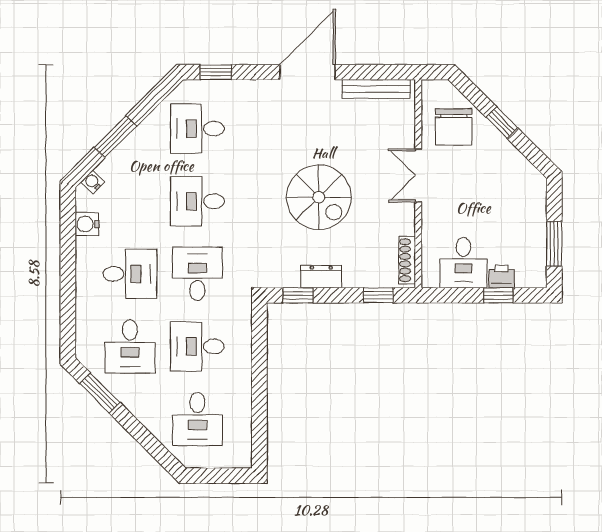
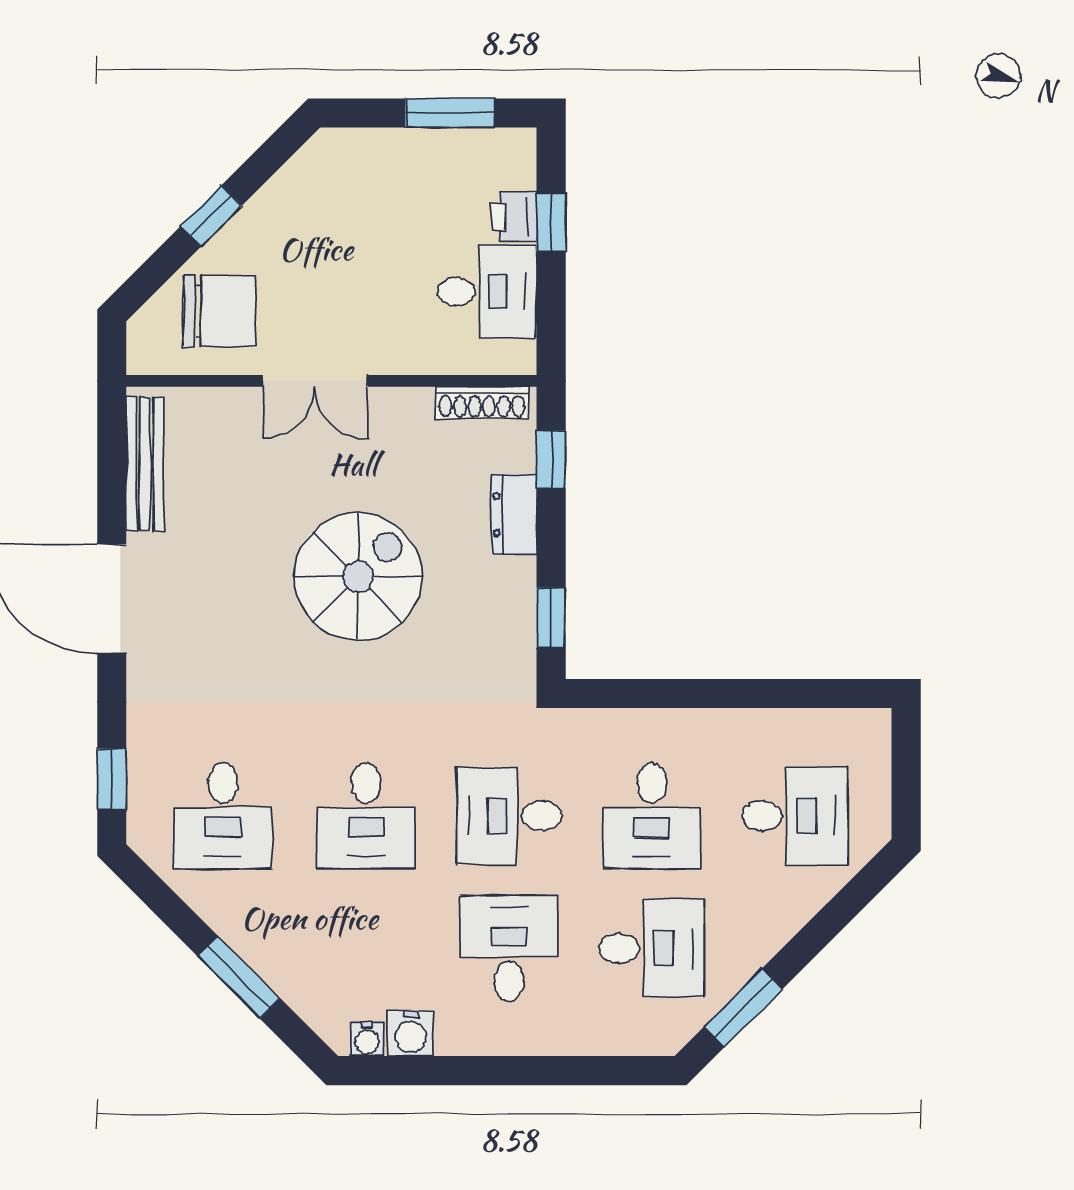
water cooler: (93, 182) -> (367, 1039), moved, turned -45
dresser: (321, 277) -> (514, 514), moved

